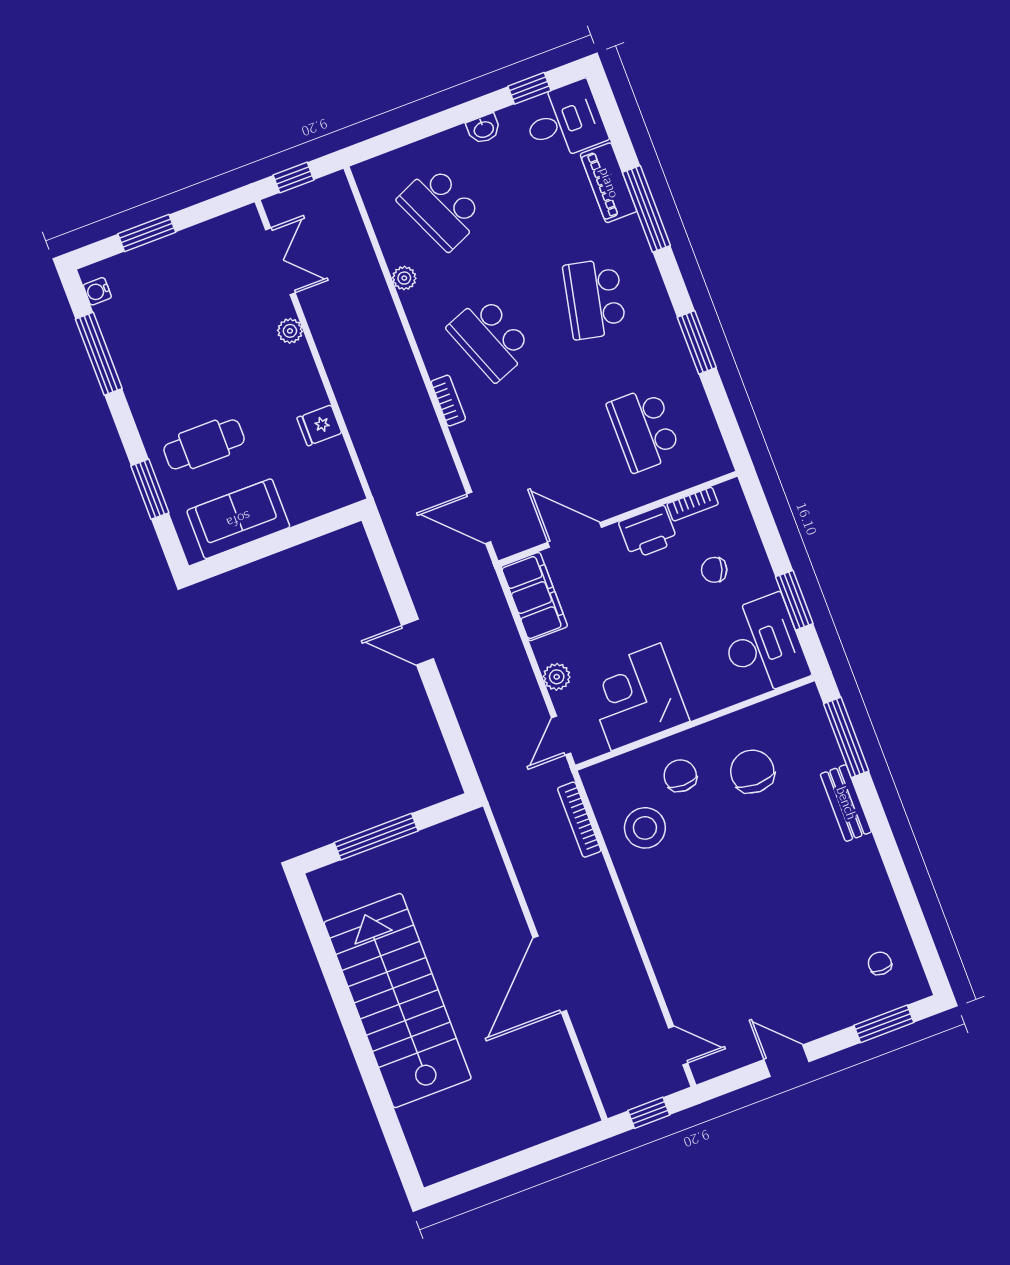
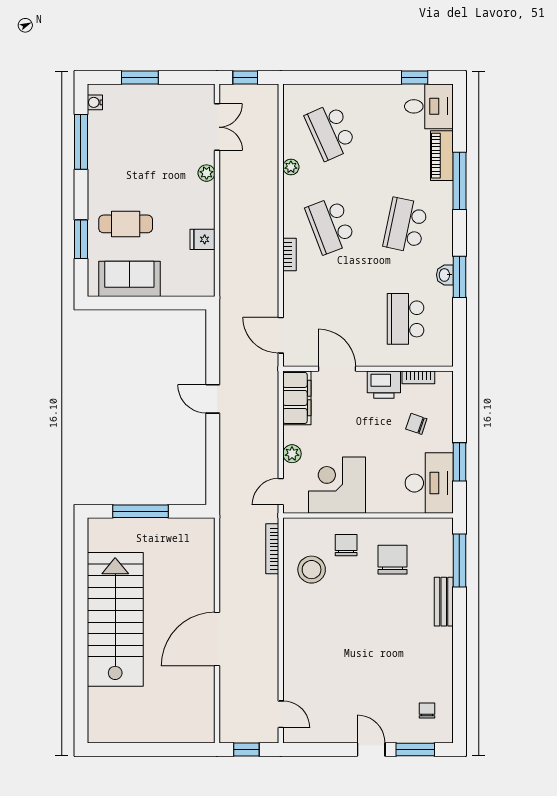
washbasin: (484, 129) -> (445, 275), moved, turned 90
door: (787, 1061) -> (371, 749), moved

